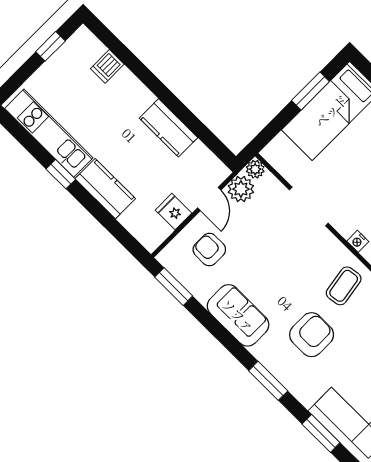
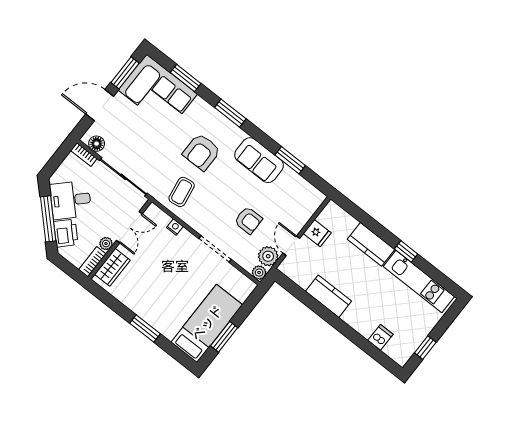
armchair: (209, 250) -> (248, 220), moved
window: (174, 287) -> (290, 160), moved

